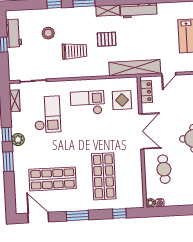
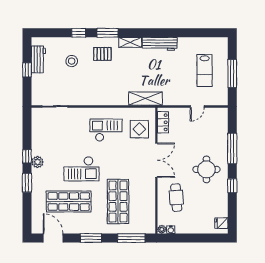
pallet: (107, 39) -> (102, 54), moved
trolley: (74, 51) -> (96, 80), removed
shelving: (135, 68) -> (145, 99), width x0.68
door: (169, 74) -> (197, 106), moved
shelving: (15, 101) -> (36, 125), removed
checkout: (47, 114) -> (81, 169), moved, turned 90
window: (119, 213) -> (131, 238), width x2.17

